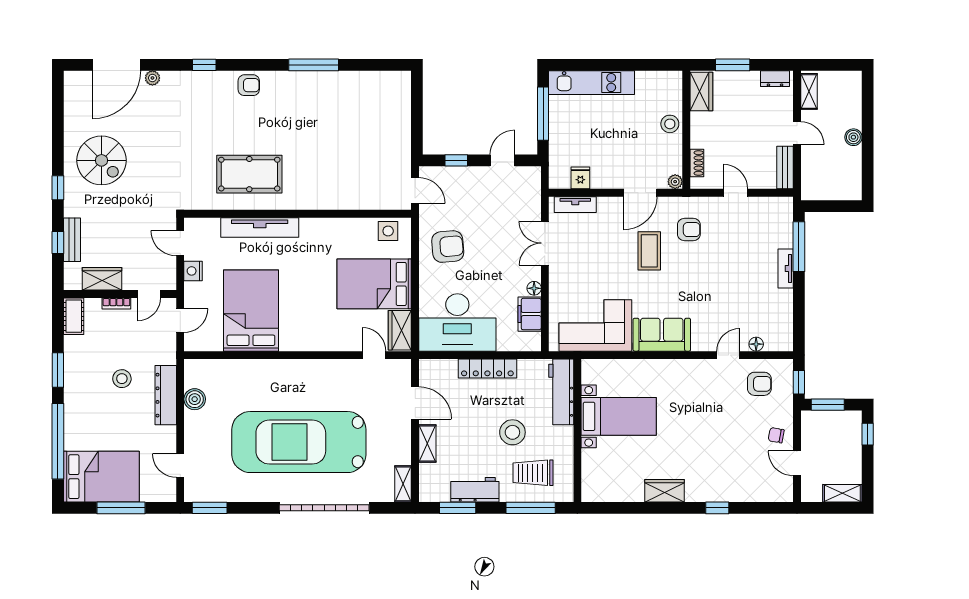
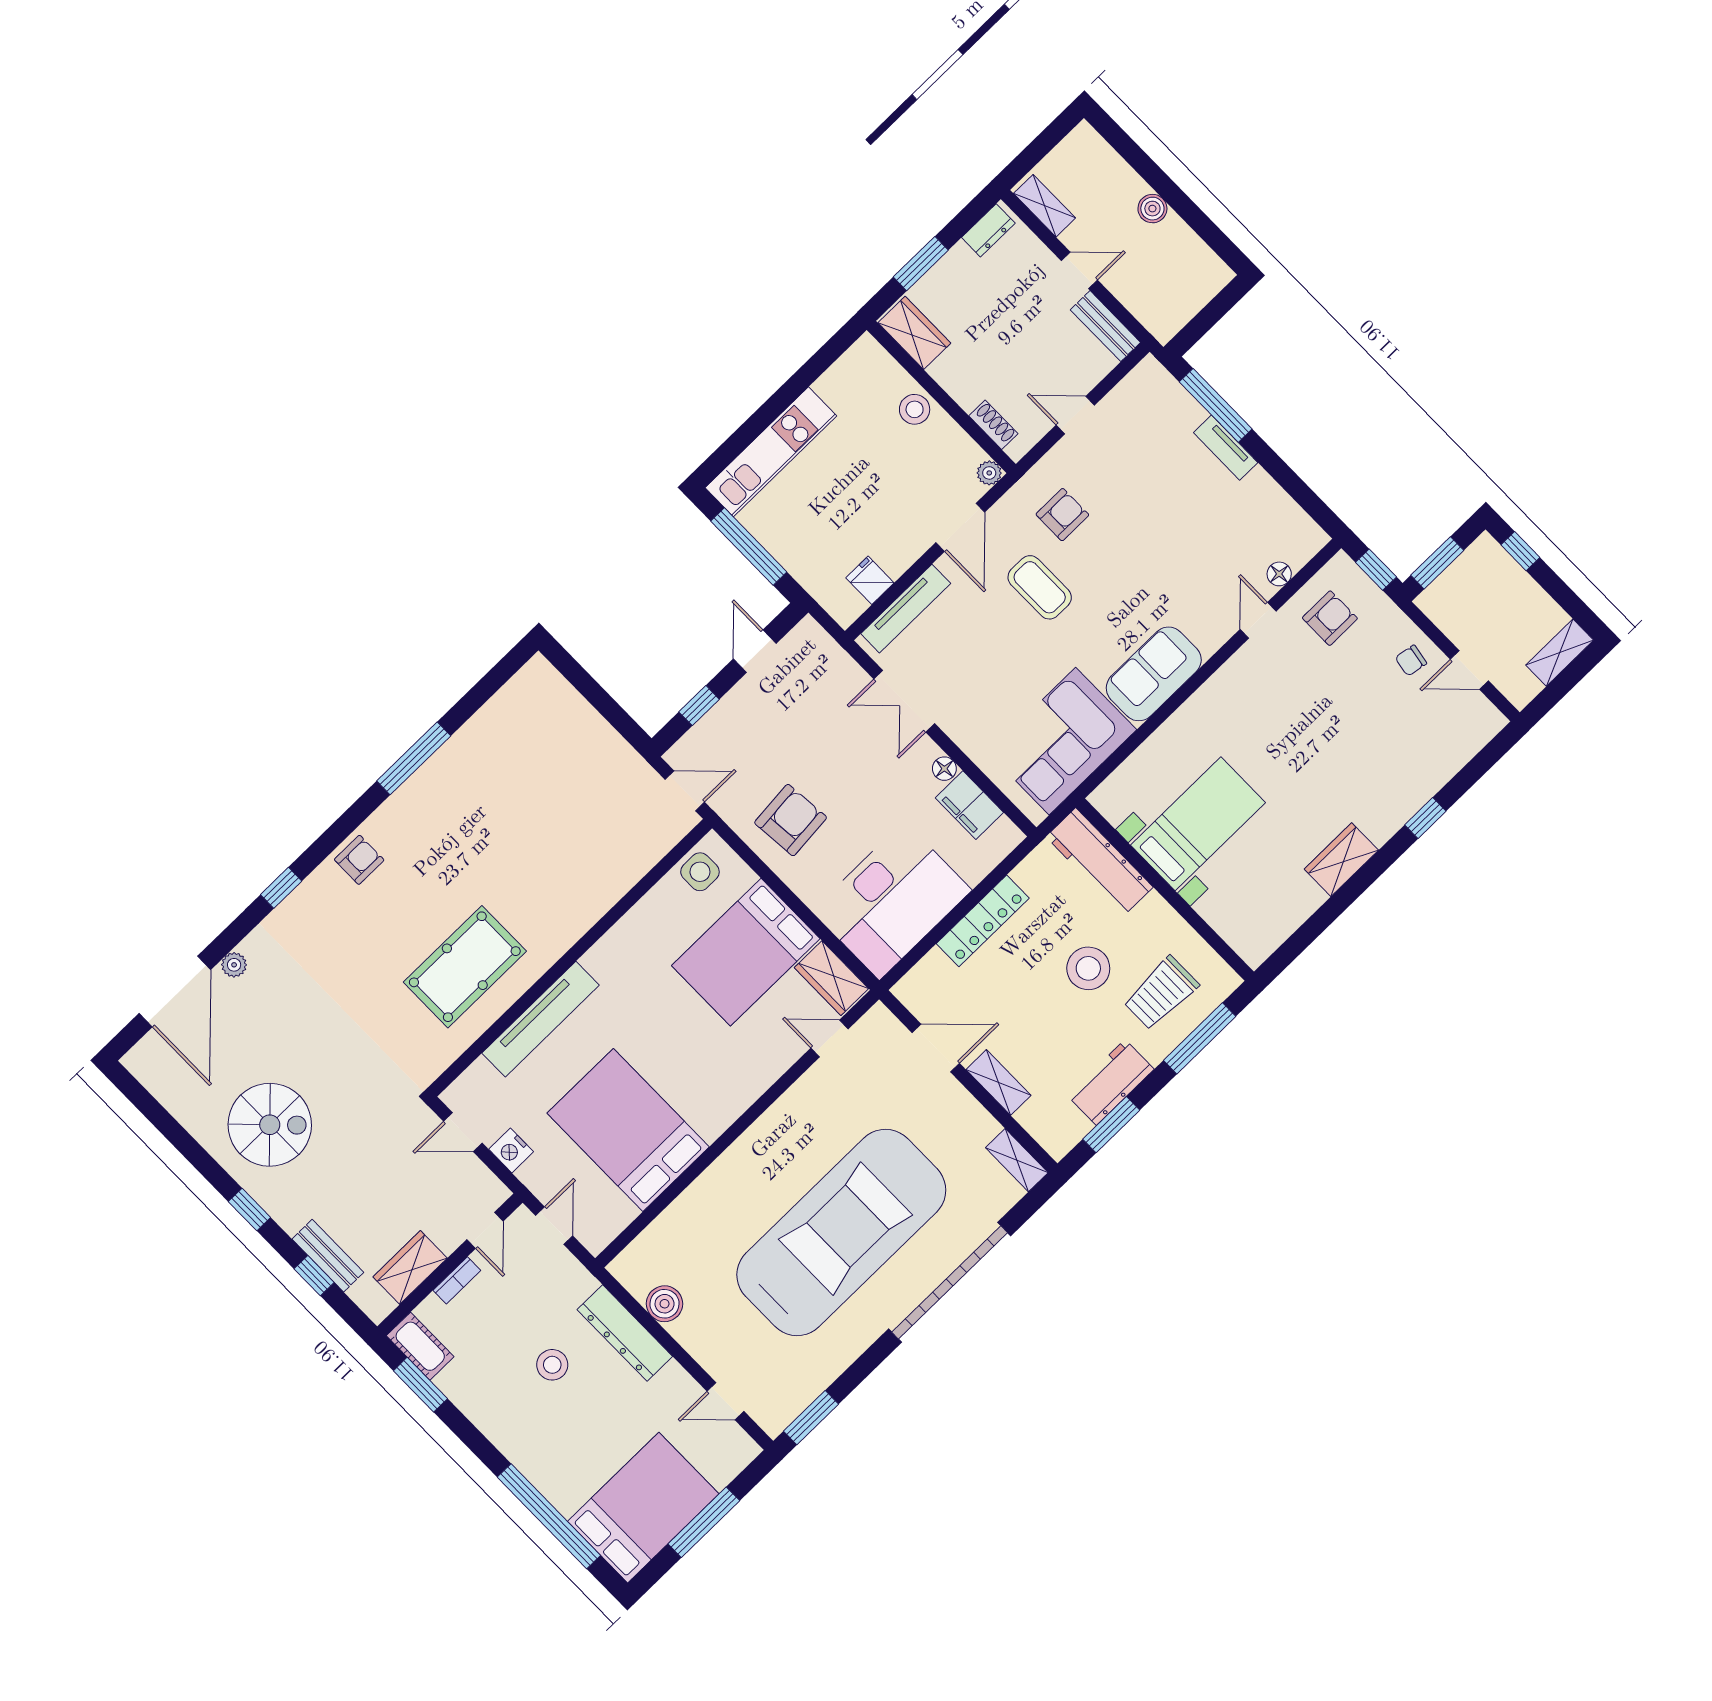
tv unit: (575, 205) -> (906, 609), width x1.41
window: (58, 370) -> (420, 1385), moved
car: (299, 442) -> (841, 1233), turned 180

